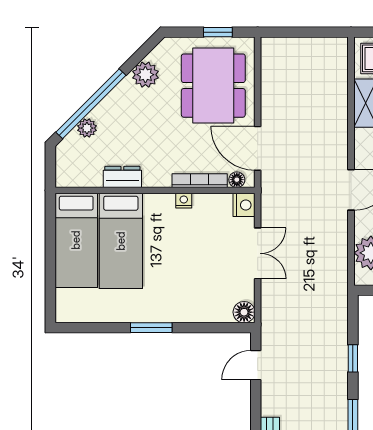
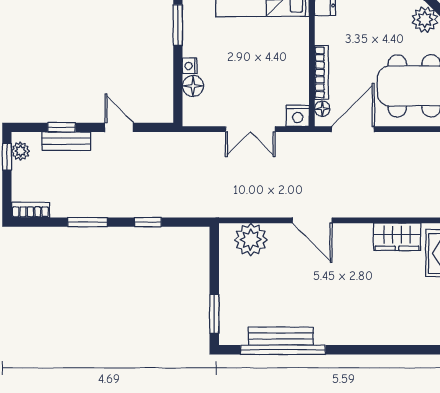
nightstand: (184, 201) -> (190, 66), moved, turned 180
floor lamp: (244, 312) -> (193, 86), moved
door: (256, 365) -> (119, 127), moved

